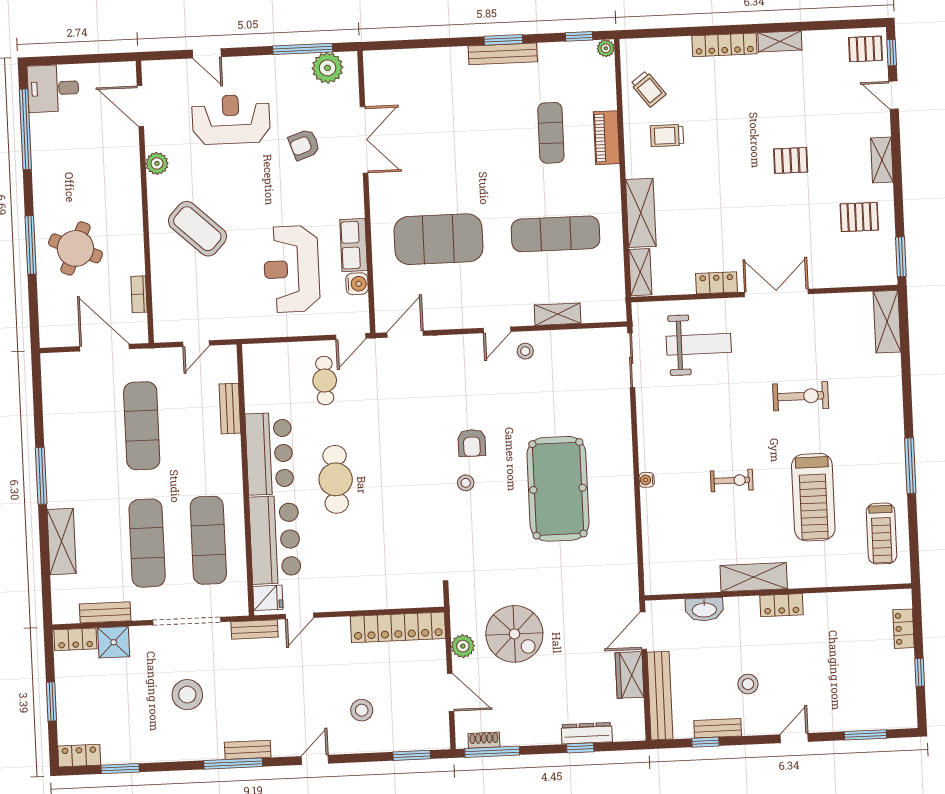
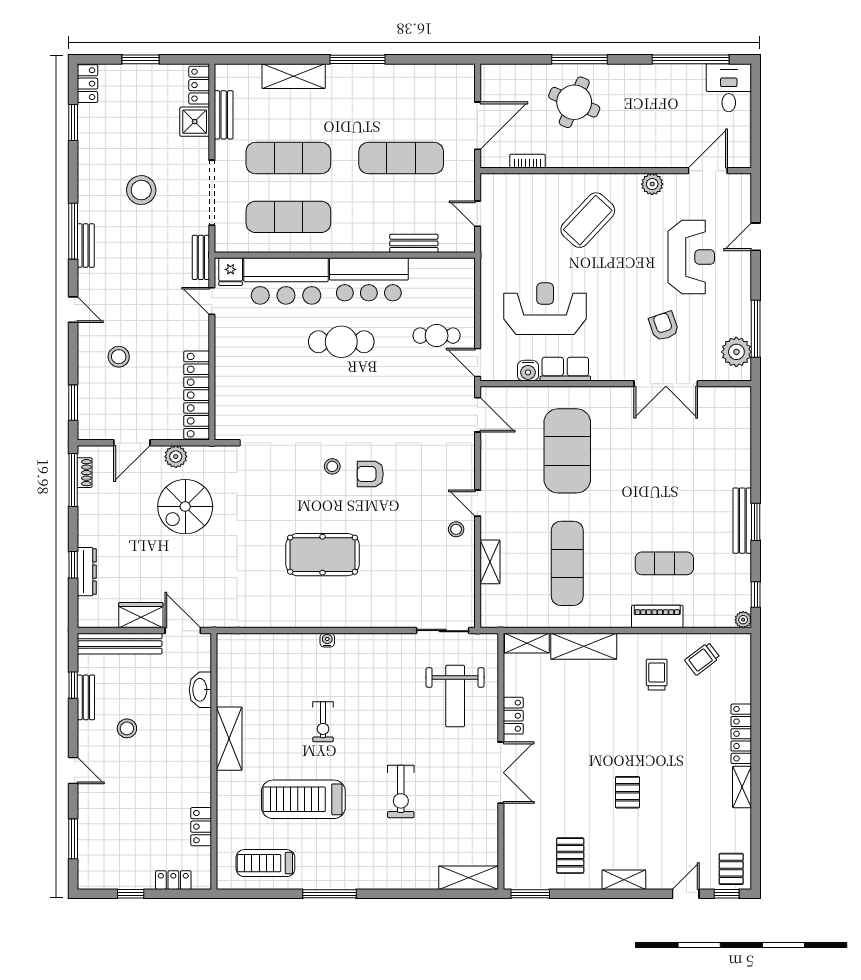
pool table: (558, 489) -> (323, 555), width x0.73, depth x0.76
locker: (781, 605) -> (201, 827), moved

